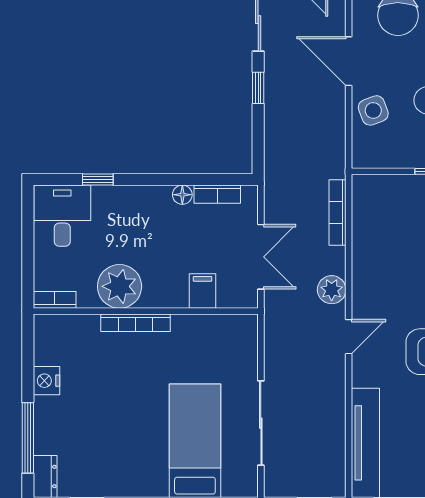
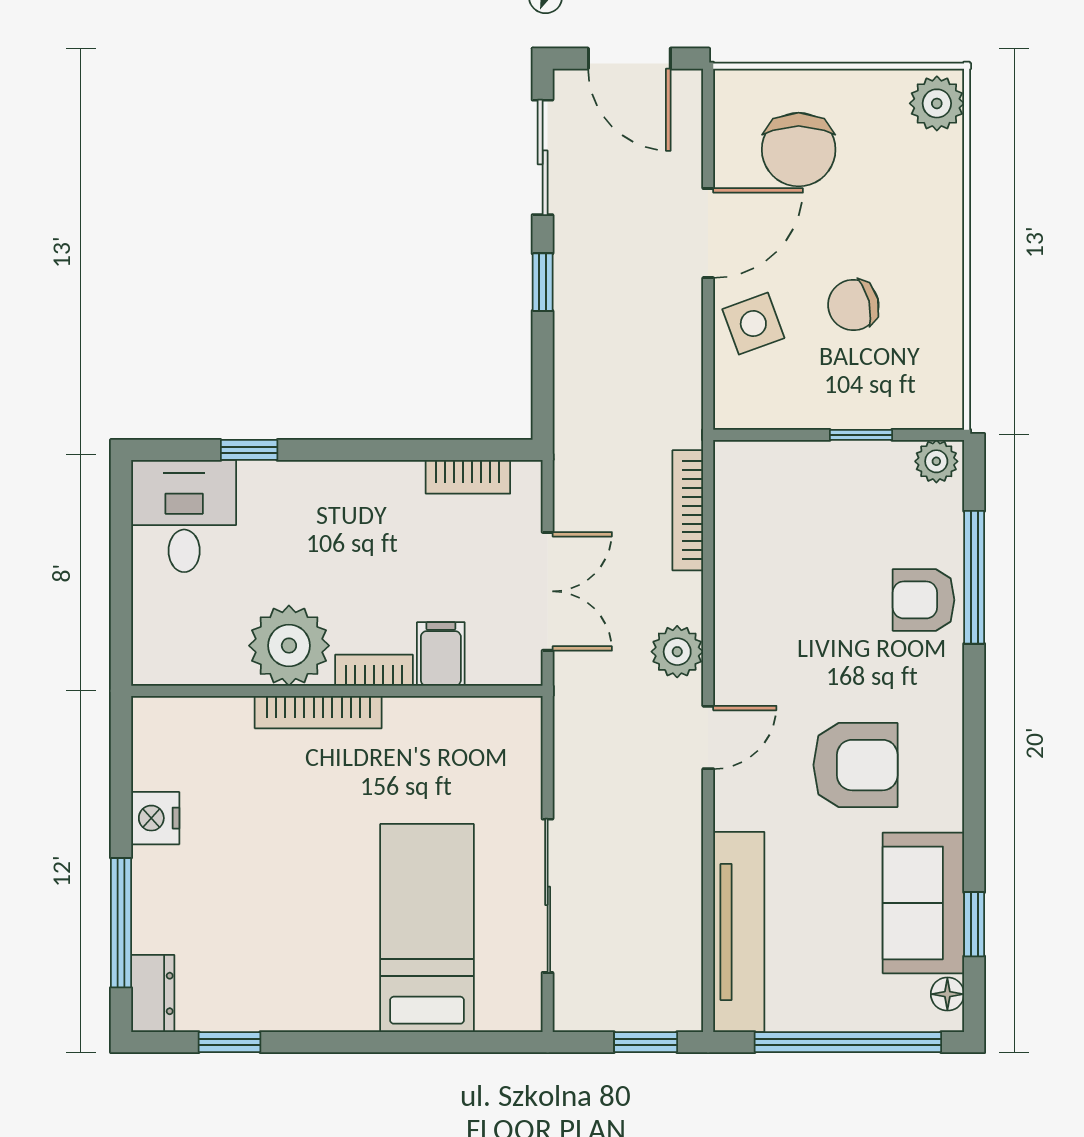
door: (349, 61) -> (708, 233), swing flipped
floor lamp: (182, 195) -> (404, 478), removed
bookcase: (55, 300) -> (374, 670), moved

